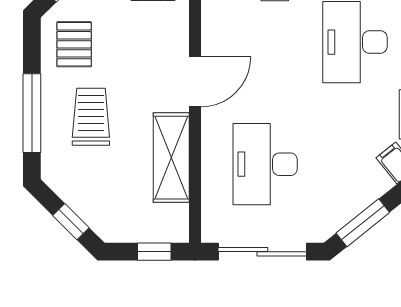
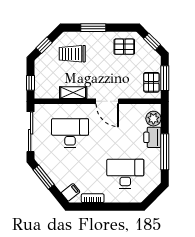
window: (32, 113) -> (93, 28), width x0.69
trolley: (91, 117) -> (72, 54), moved, turned 180
shelving: (171, 158) -> (73, 93), width x0.67, depth x0.75

